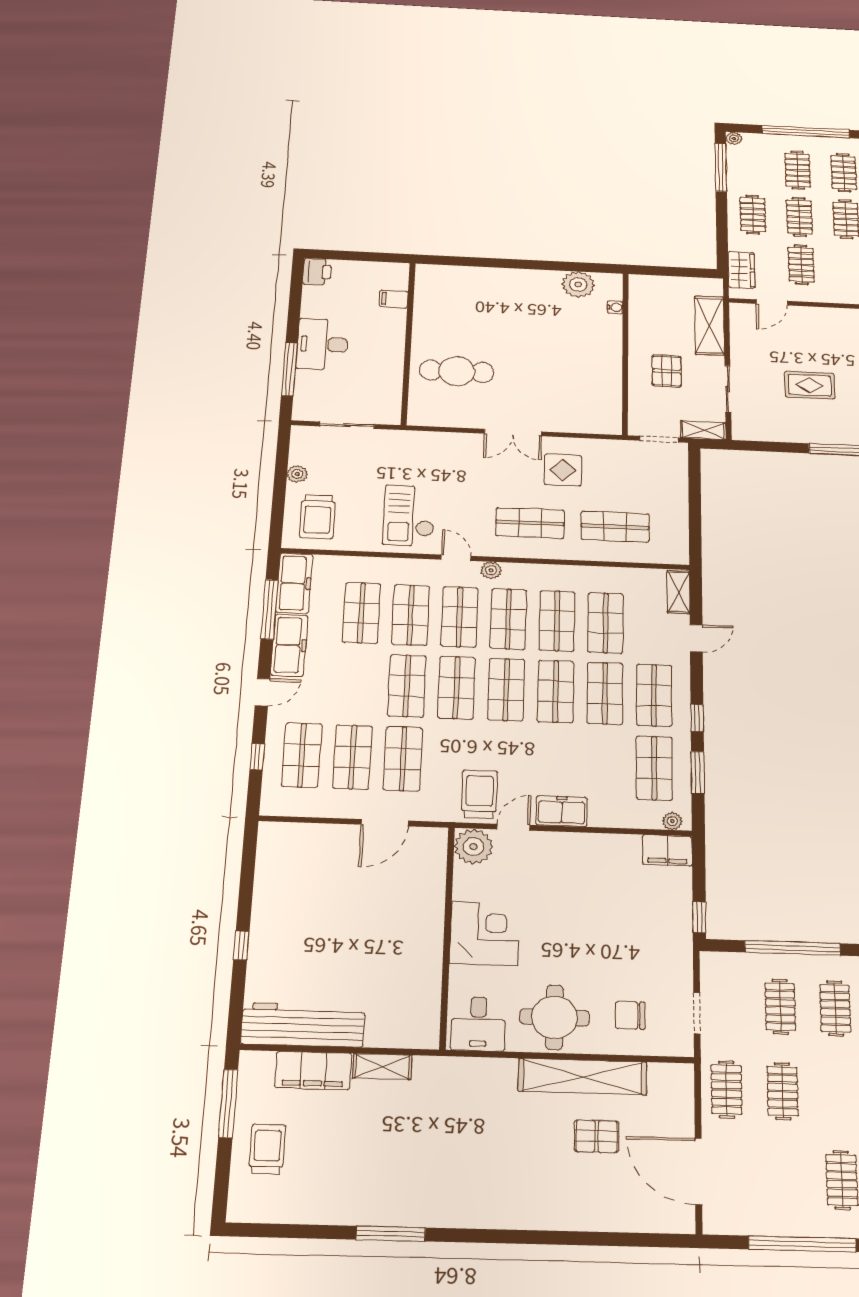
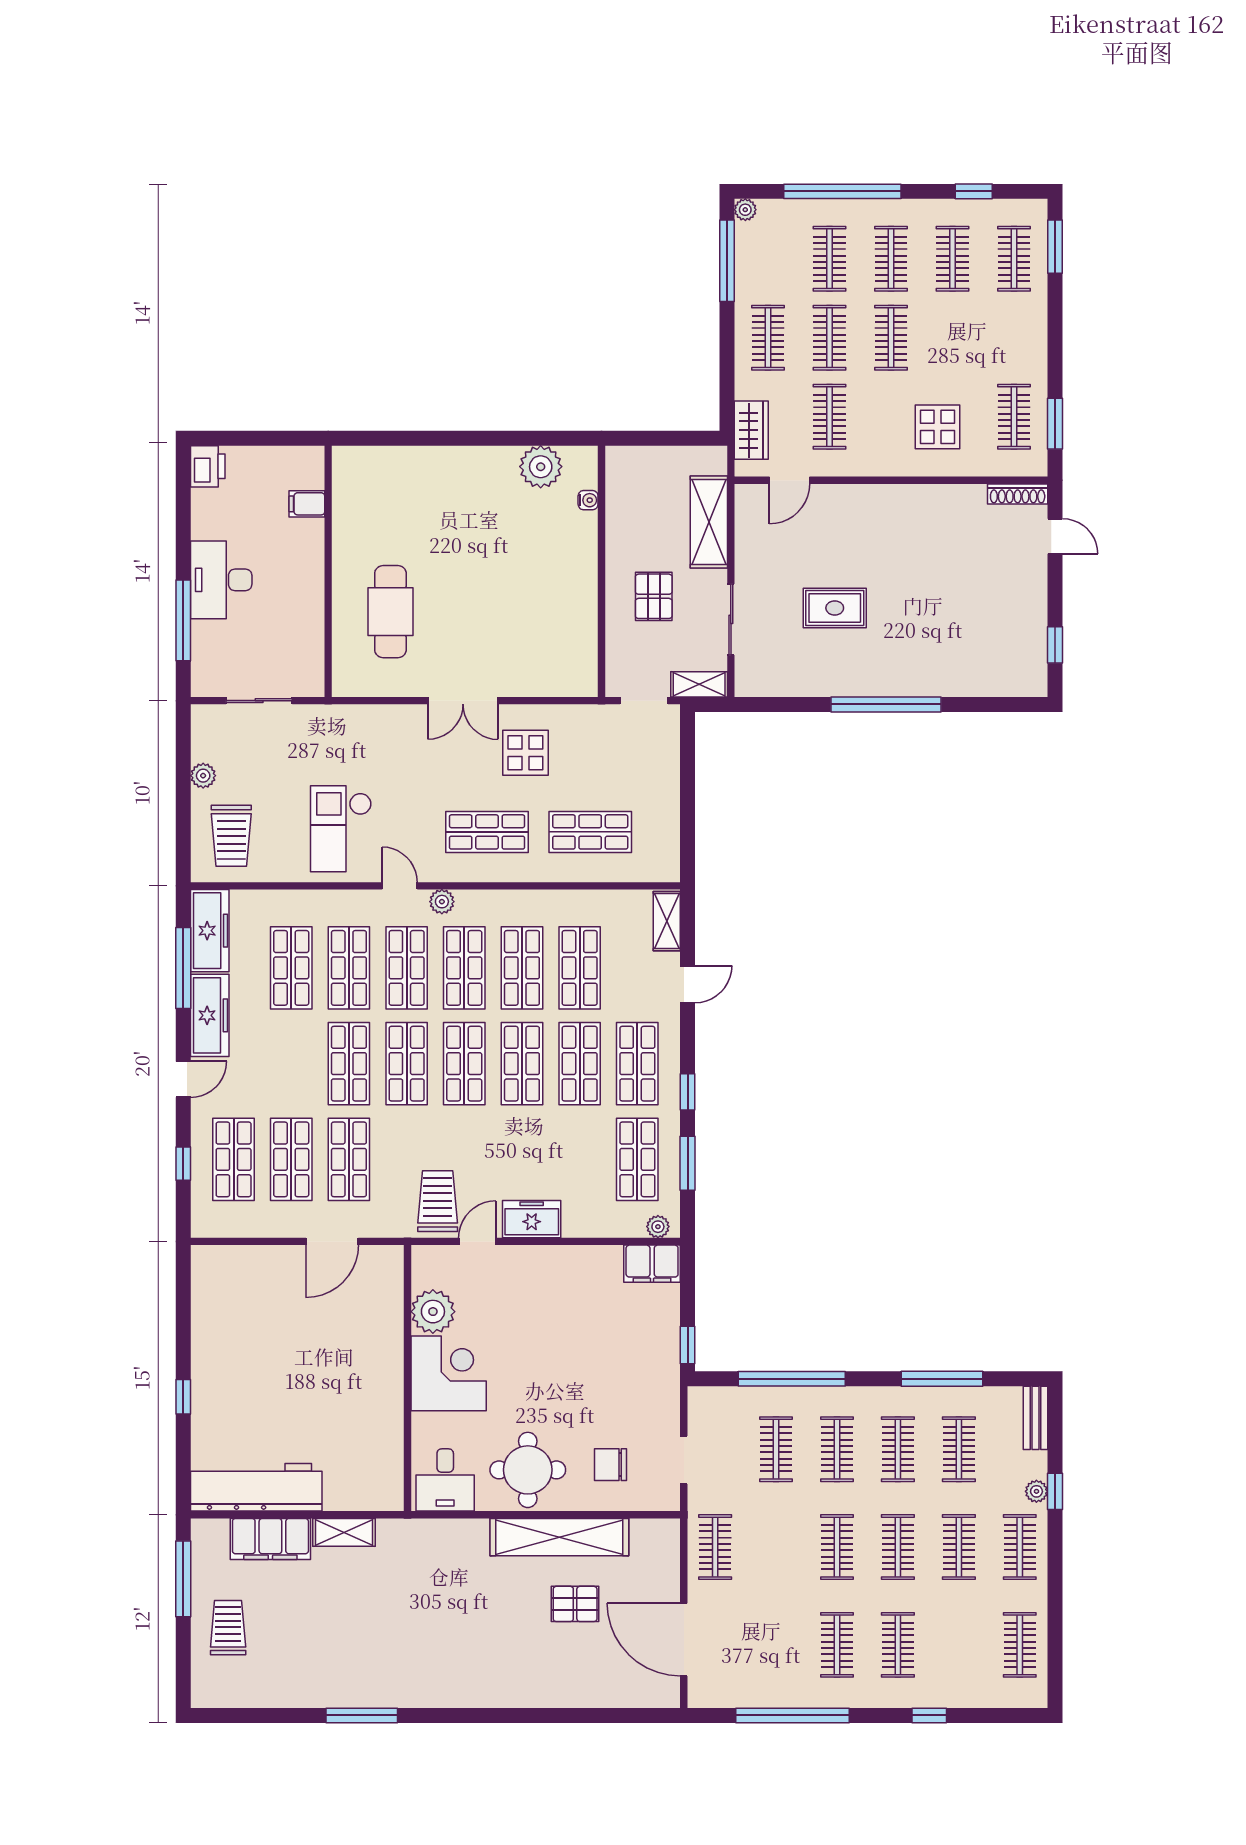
cafe table: (457, 371) -> (390, 612), turned 90
plant: (473, 847) -> (433, 1312), moved
clothes rail: (783, 1091) -> (837, 1547), moved

